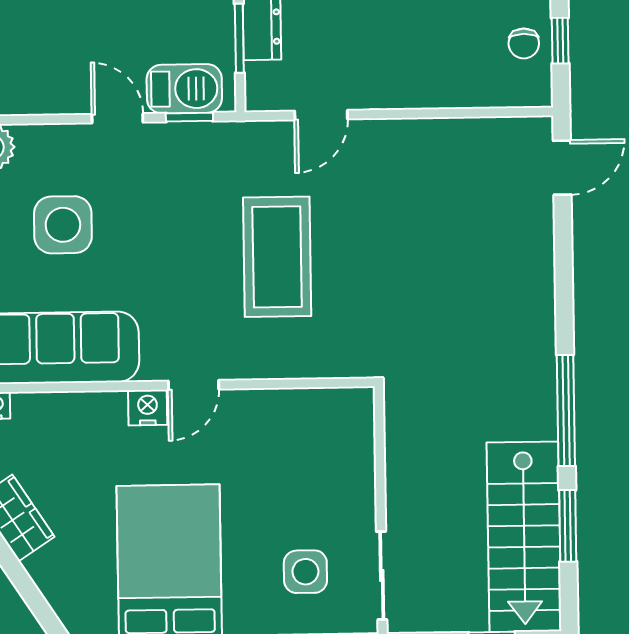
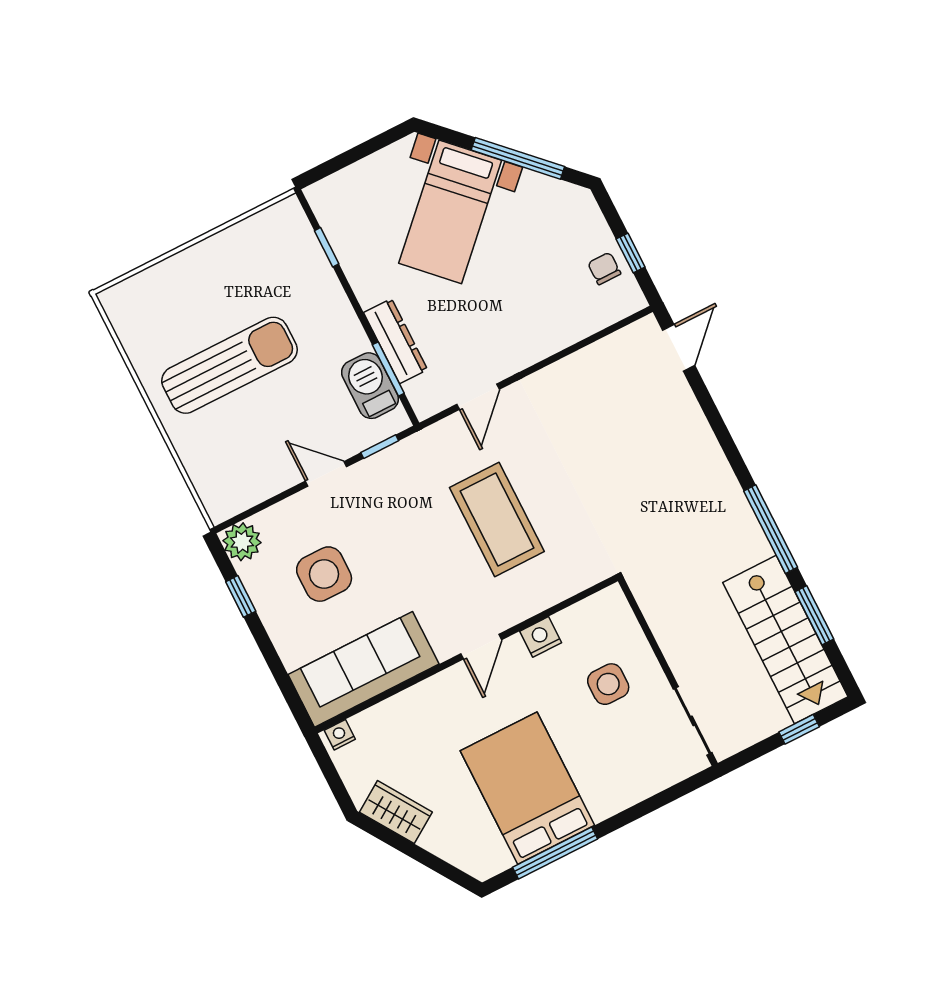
chair: (524, 43) -> (604, 268), turned 180
barbecue: (184, 89) -> (370, 386), moved, turned -90
nightstand: (148, 408) -> (541, 637), moved
side table: (305, 572) -> (608, 684), moved

